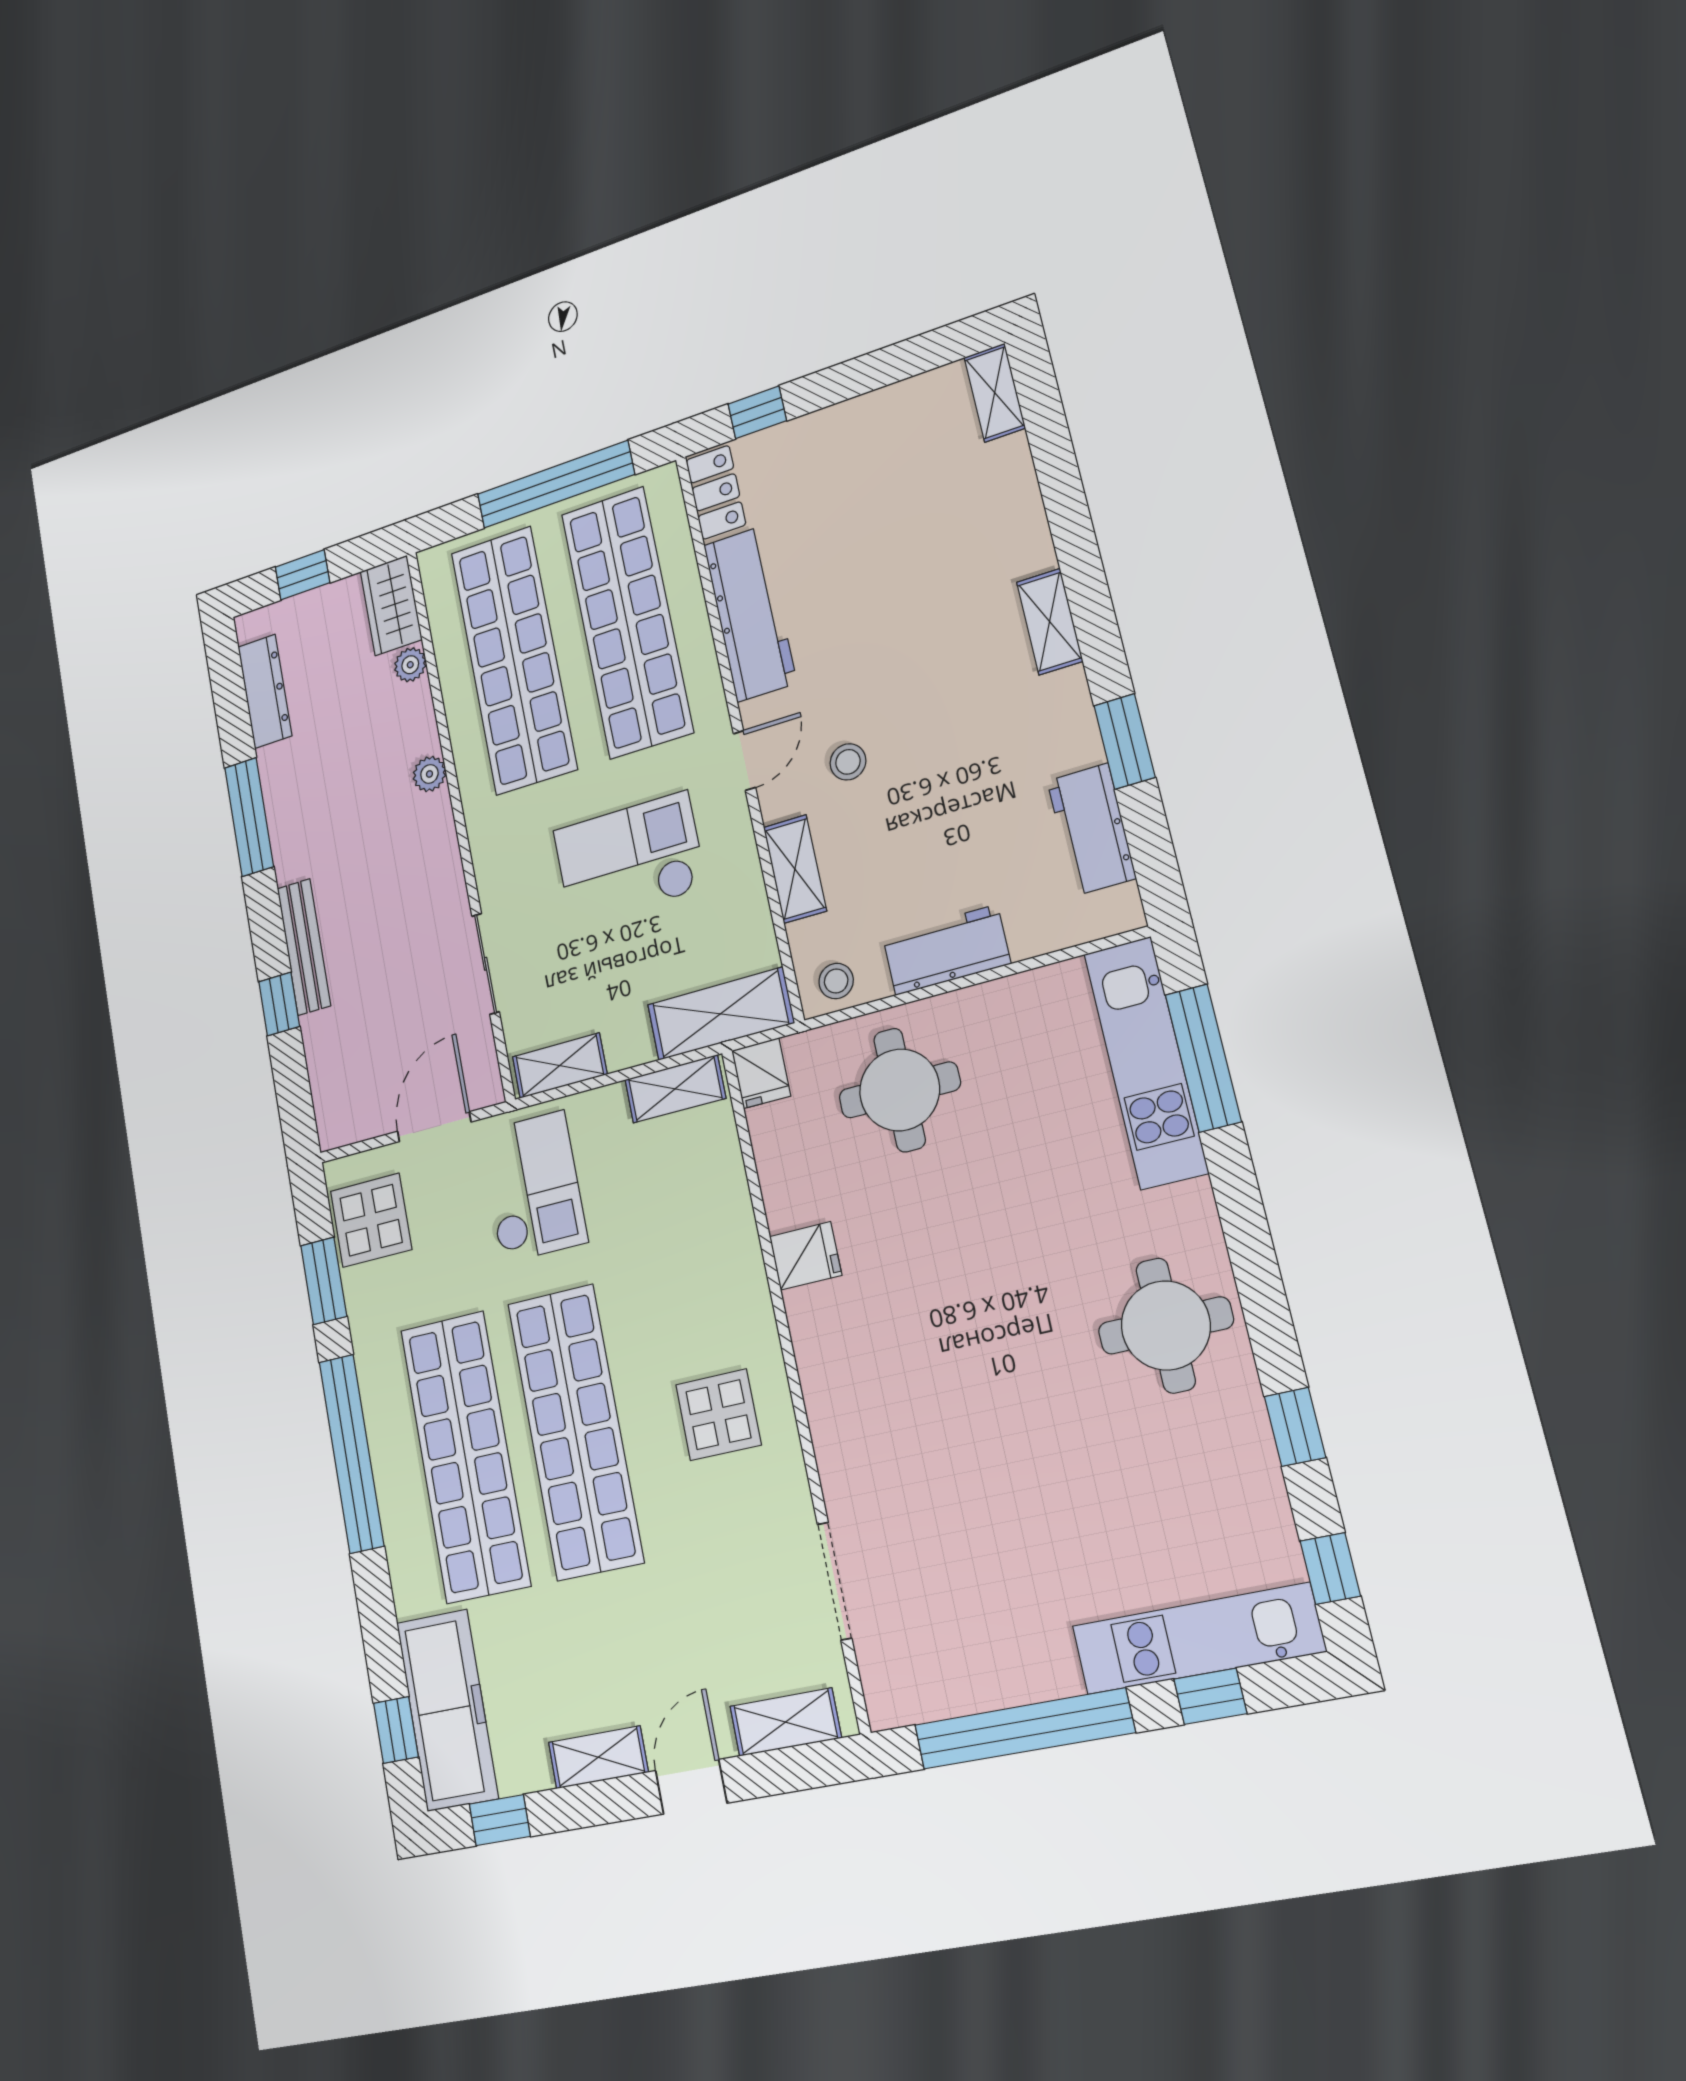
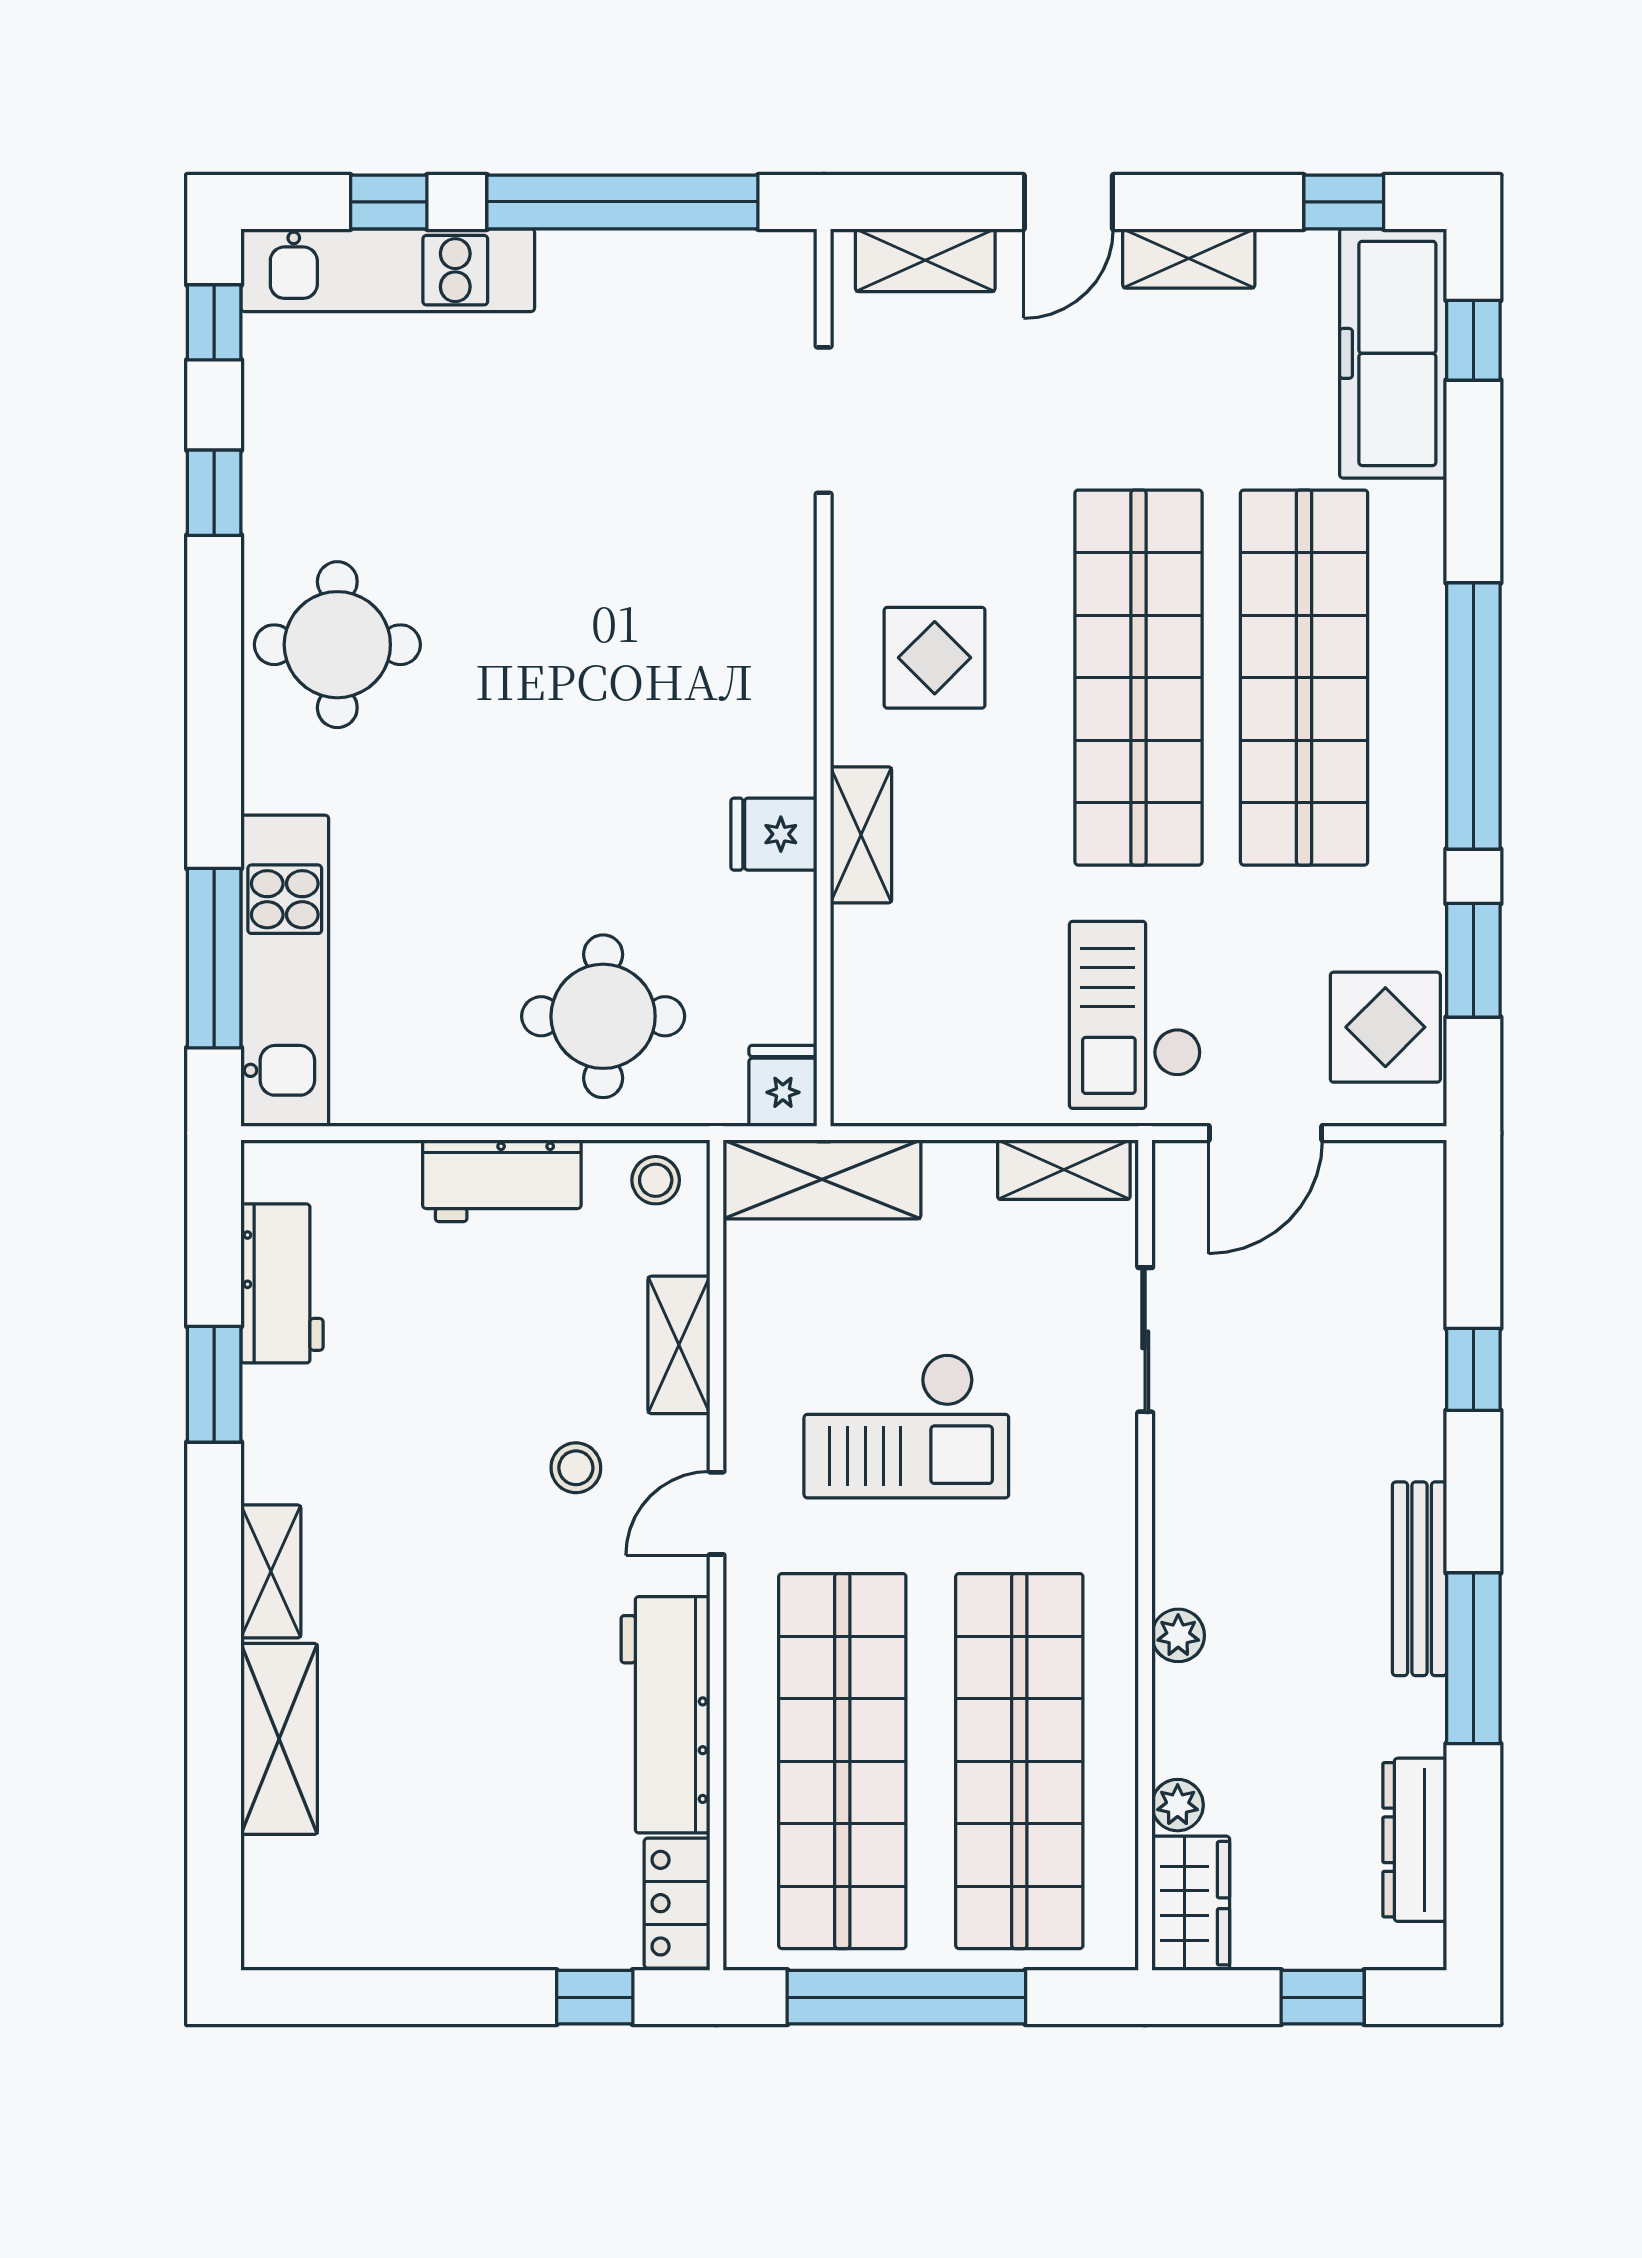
shelving: (995, 393) -> (279, 1739), moved, width x1.50, depth x1.33
bench: (304, 947) -> (1419, 1579), moved
shelving: (675, 1089) -> (861, 835), moved, turned 90

